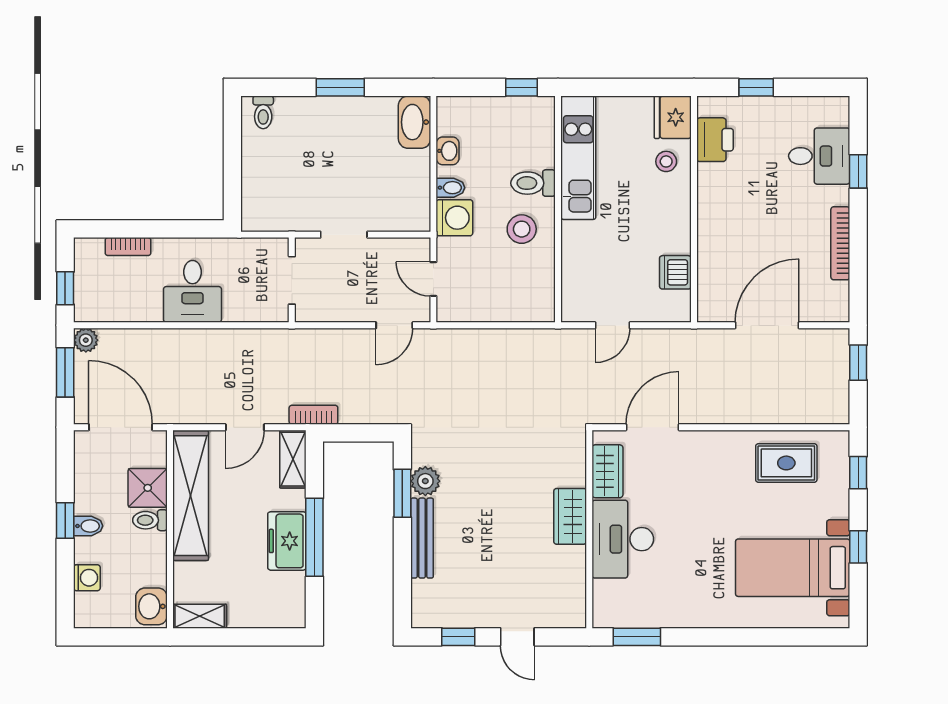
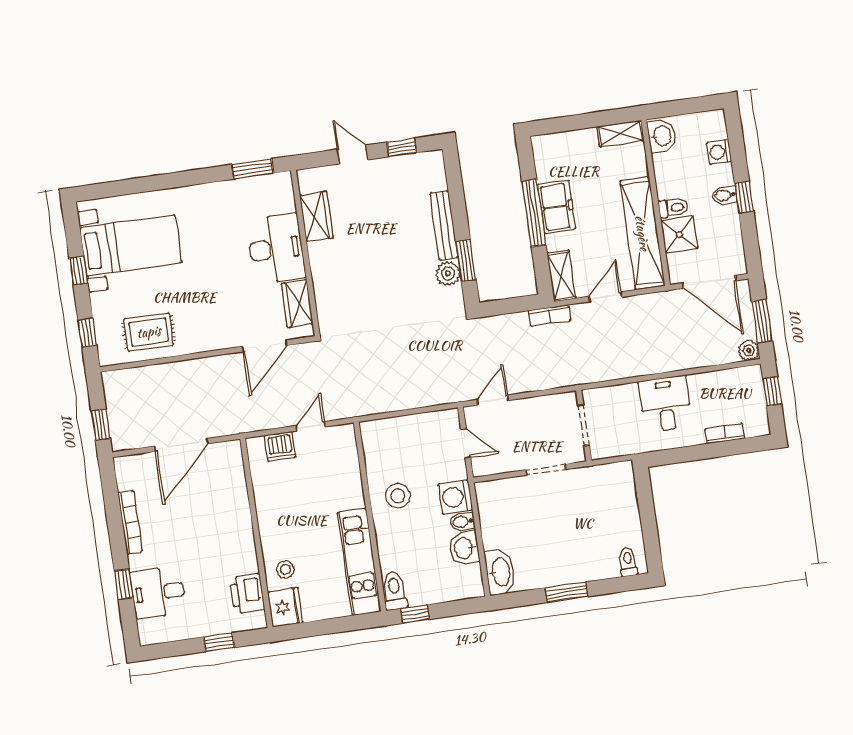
washbasin: (448, 151) -> (464, 548), width x1.38, depth x1.45
toilet: (533, 183) -> (394, 591), moved, turned -90
dishwasher: (675, 272) -> (280, 446), moved, turned 90
wardrobe: (570, 516) -> (316, 216), moved

